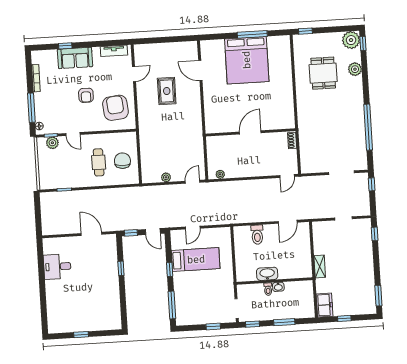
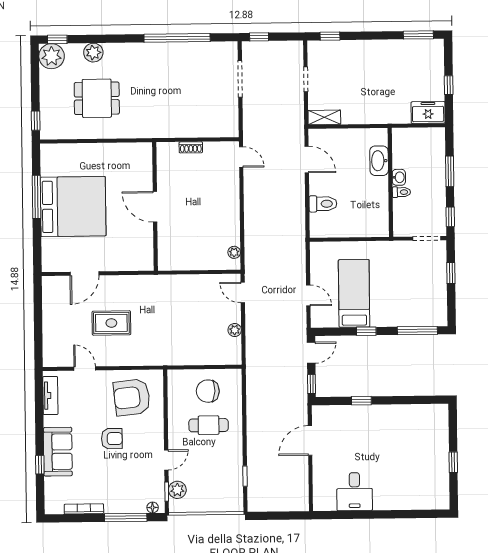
door: (250, 132) -> (155, 207), moved
wall: (251, 132) -> (155, 206), moved
shelving: (320, 266) -> (324, 117), moved
washbasin: (267, 274) -> (379, 161), moved

